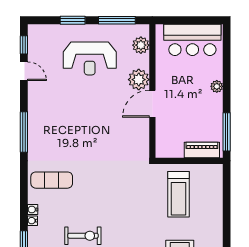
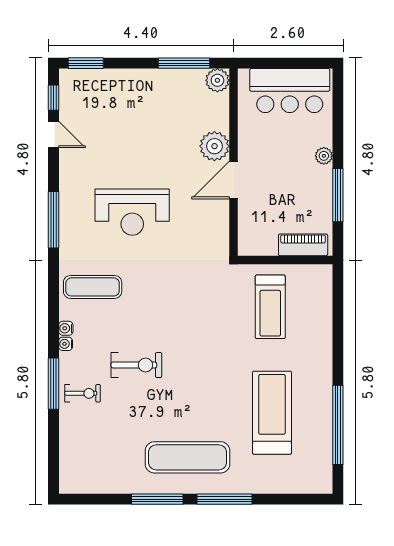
window: (73, 20) -> (86, 63), moved
plant: (141, 45) -> (217, 80), moved
reception desk: (90, 58) -> (132, 212), moved
window: (227, 132) -> (338, 195), moved

